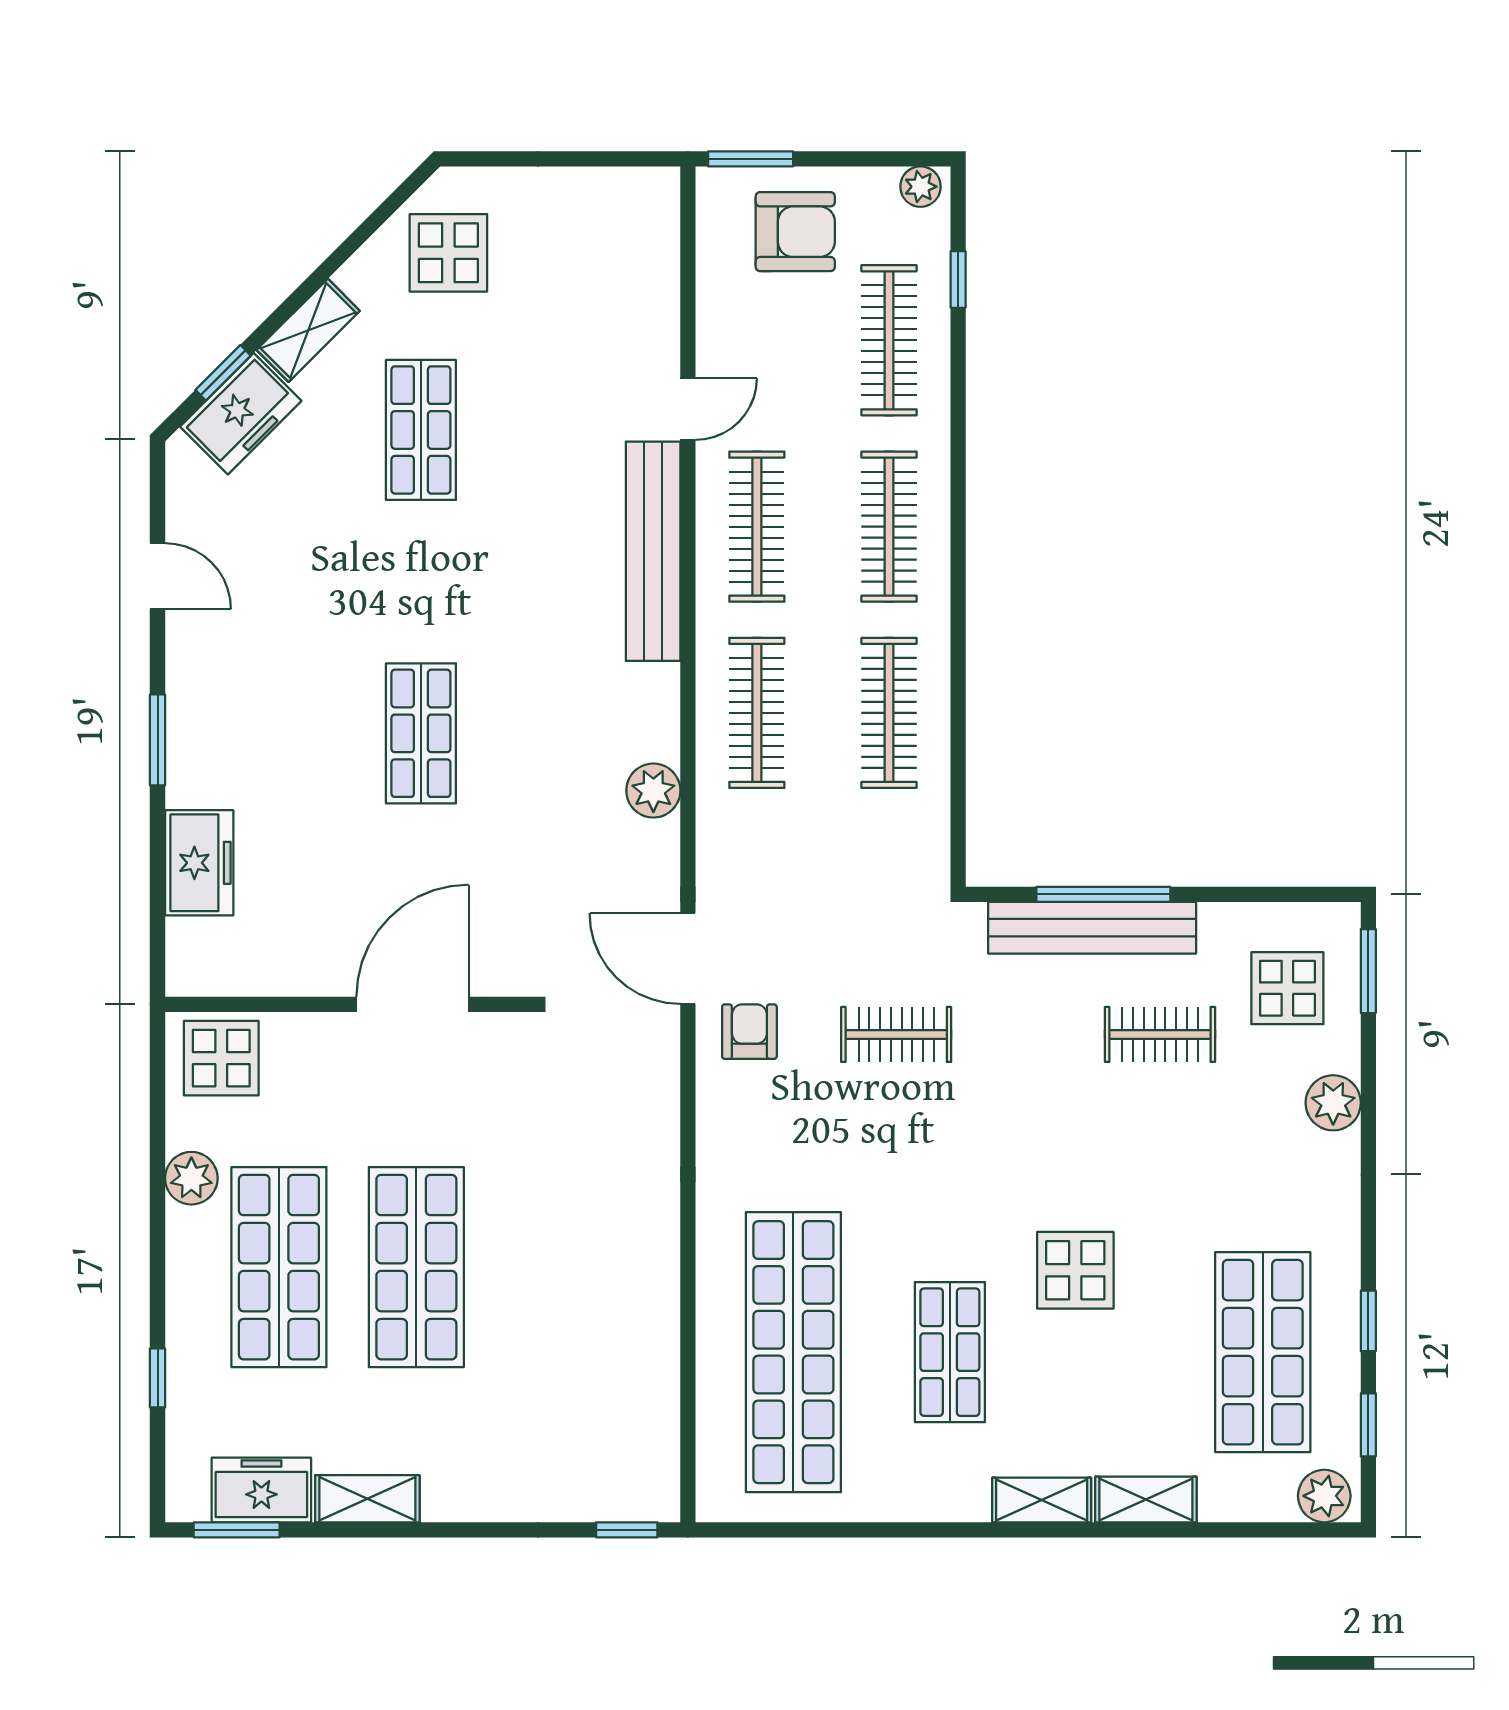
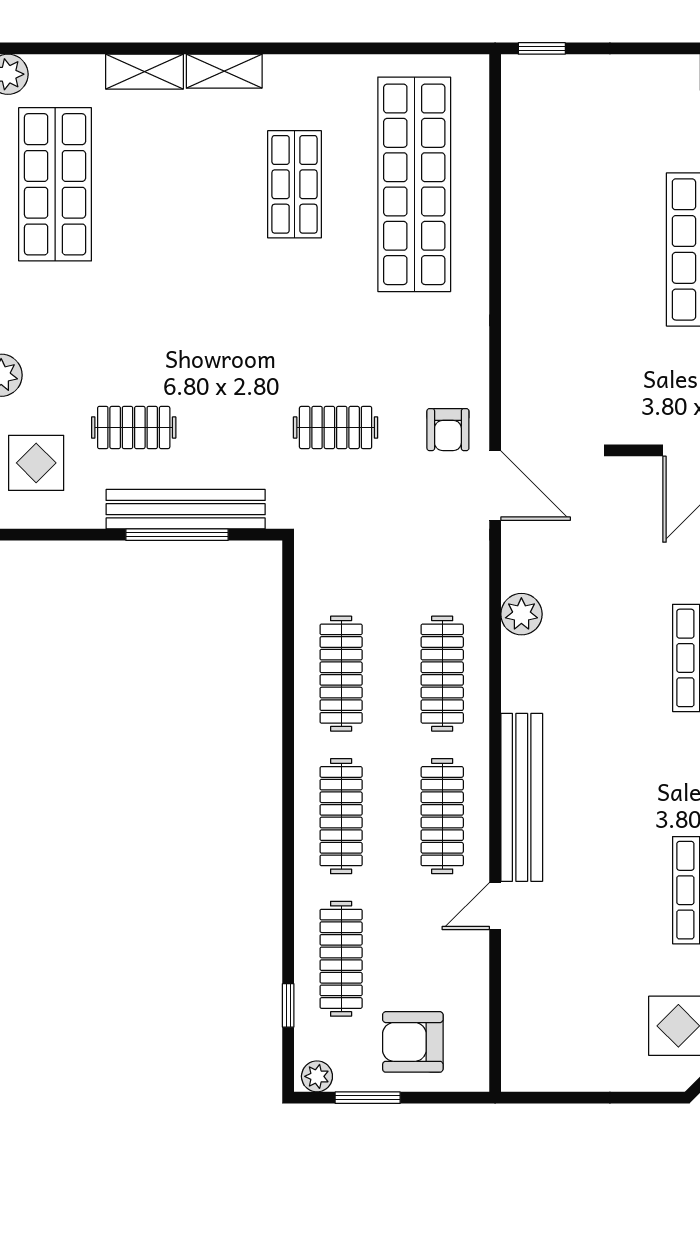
window: (751, 159) -> (368, 1098), moved
display table: (1075, 1270) -> (198, 247), removed

